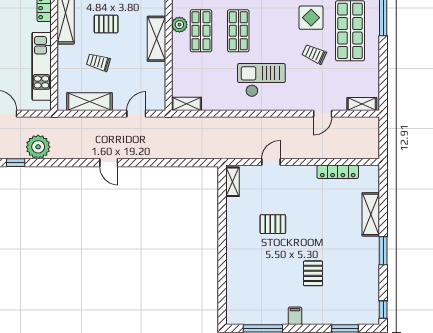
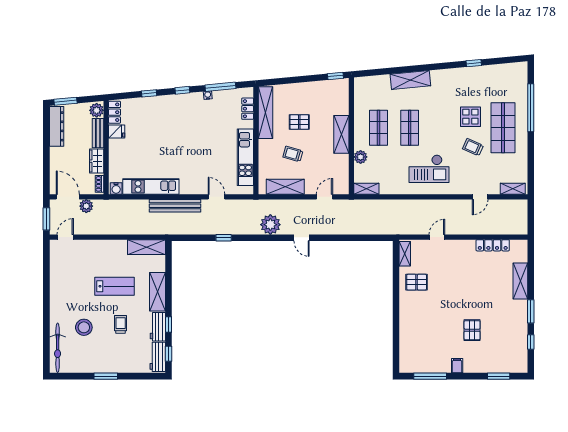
plant: (179, 25) -> (361, 157), moved
checkout: (261, 80) -> (429, 169), turned 180
plant: (38, 147) -> (270, 225), moved
pallet: (273, 224) -> (417, 282), moved
window: (383, 310) -> (531, 342), moved

